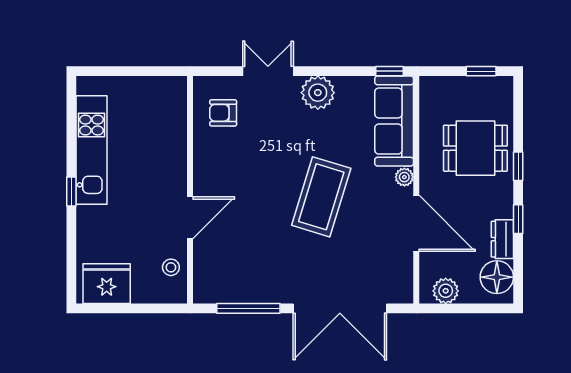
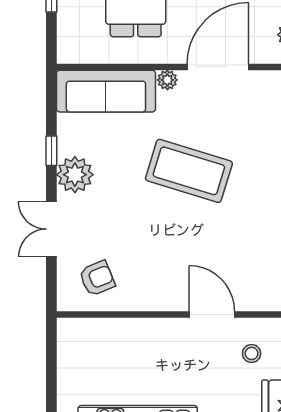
window: (390, 71) -> (51, 151), moved
armchair: (223, 113) -> (97, 278), turned -112
stool: (171, 267) -> (252, 353), moved

